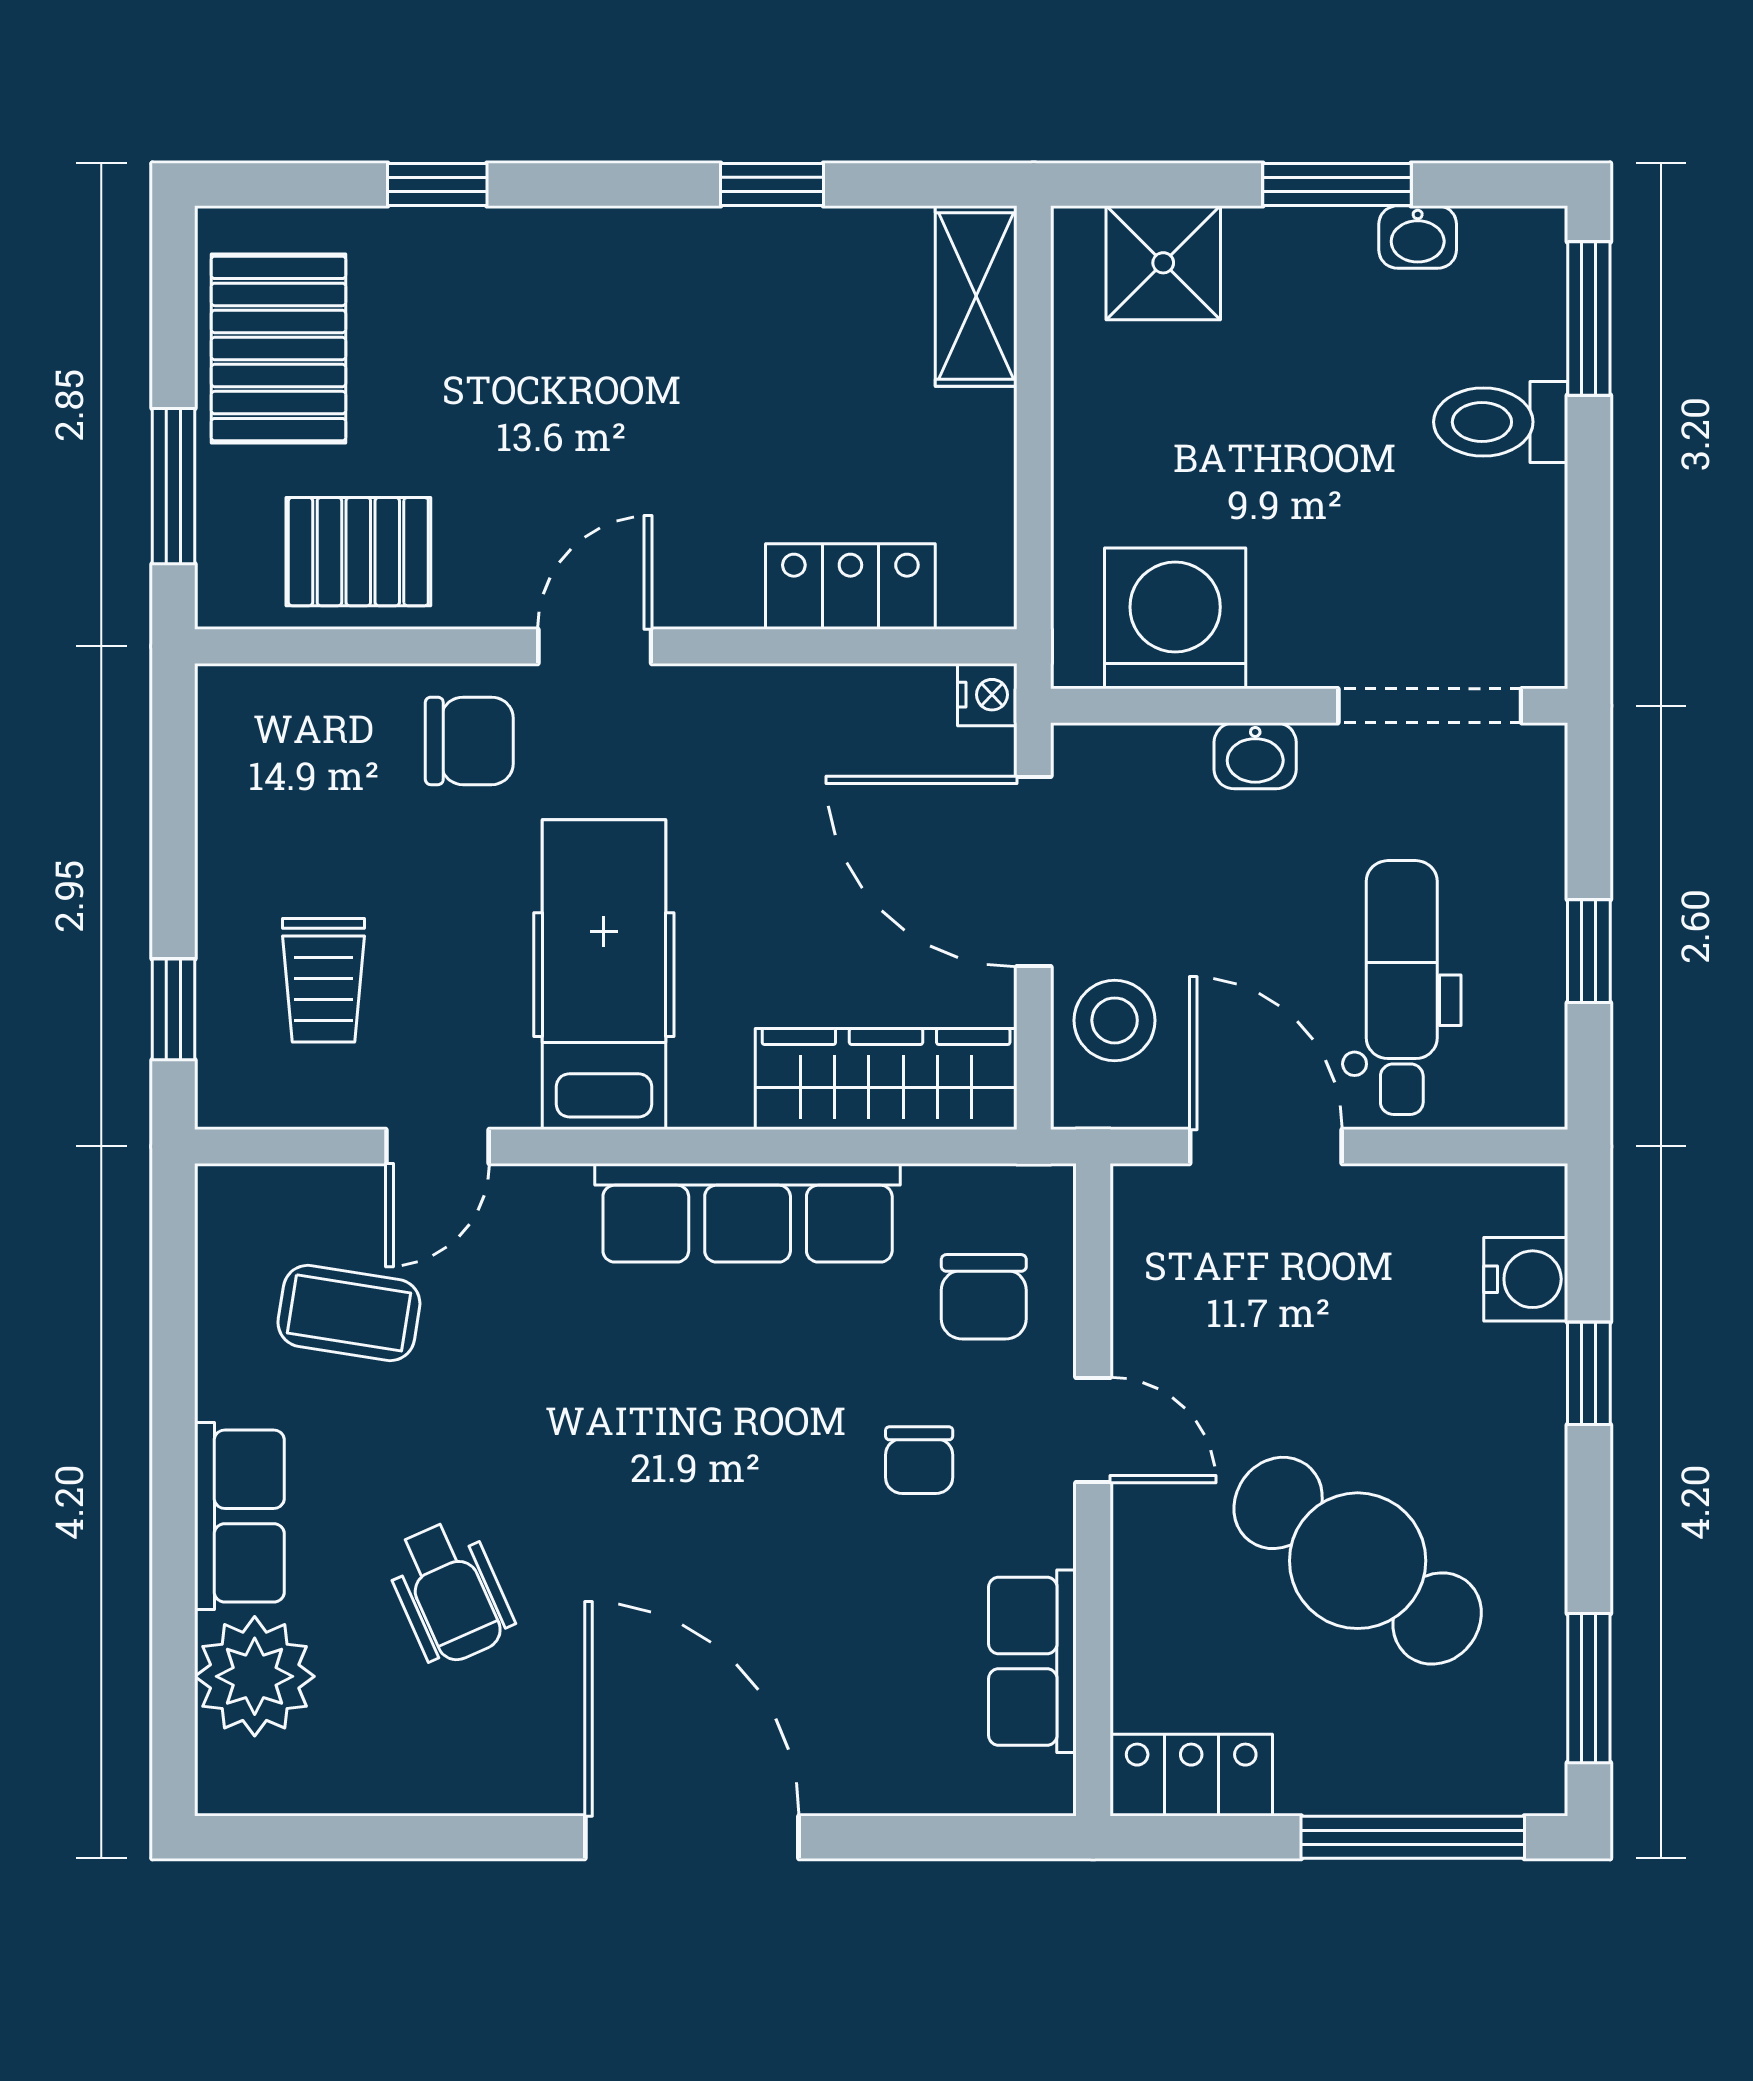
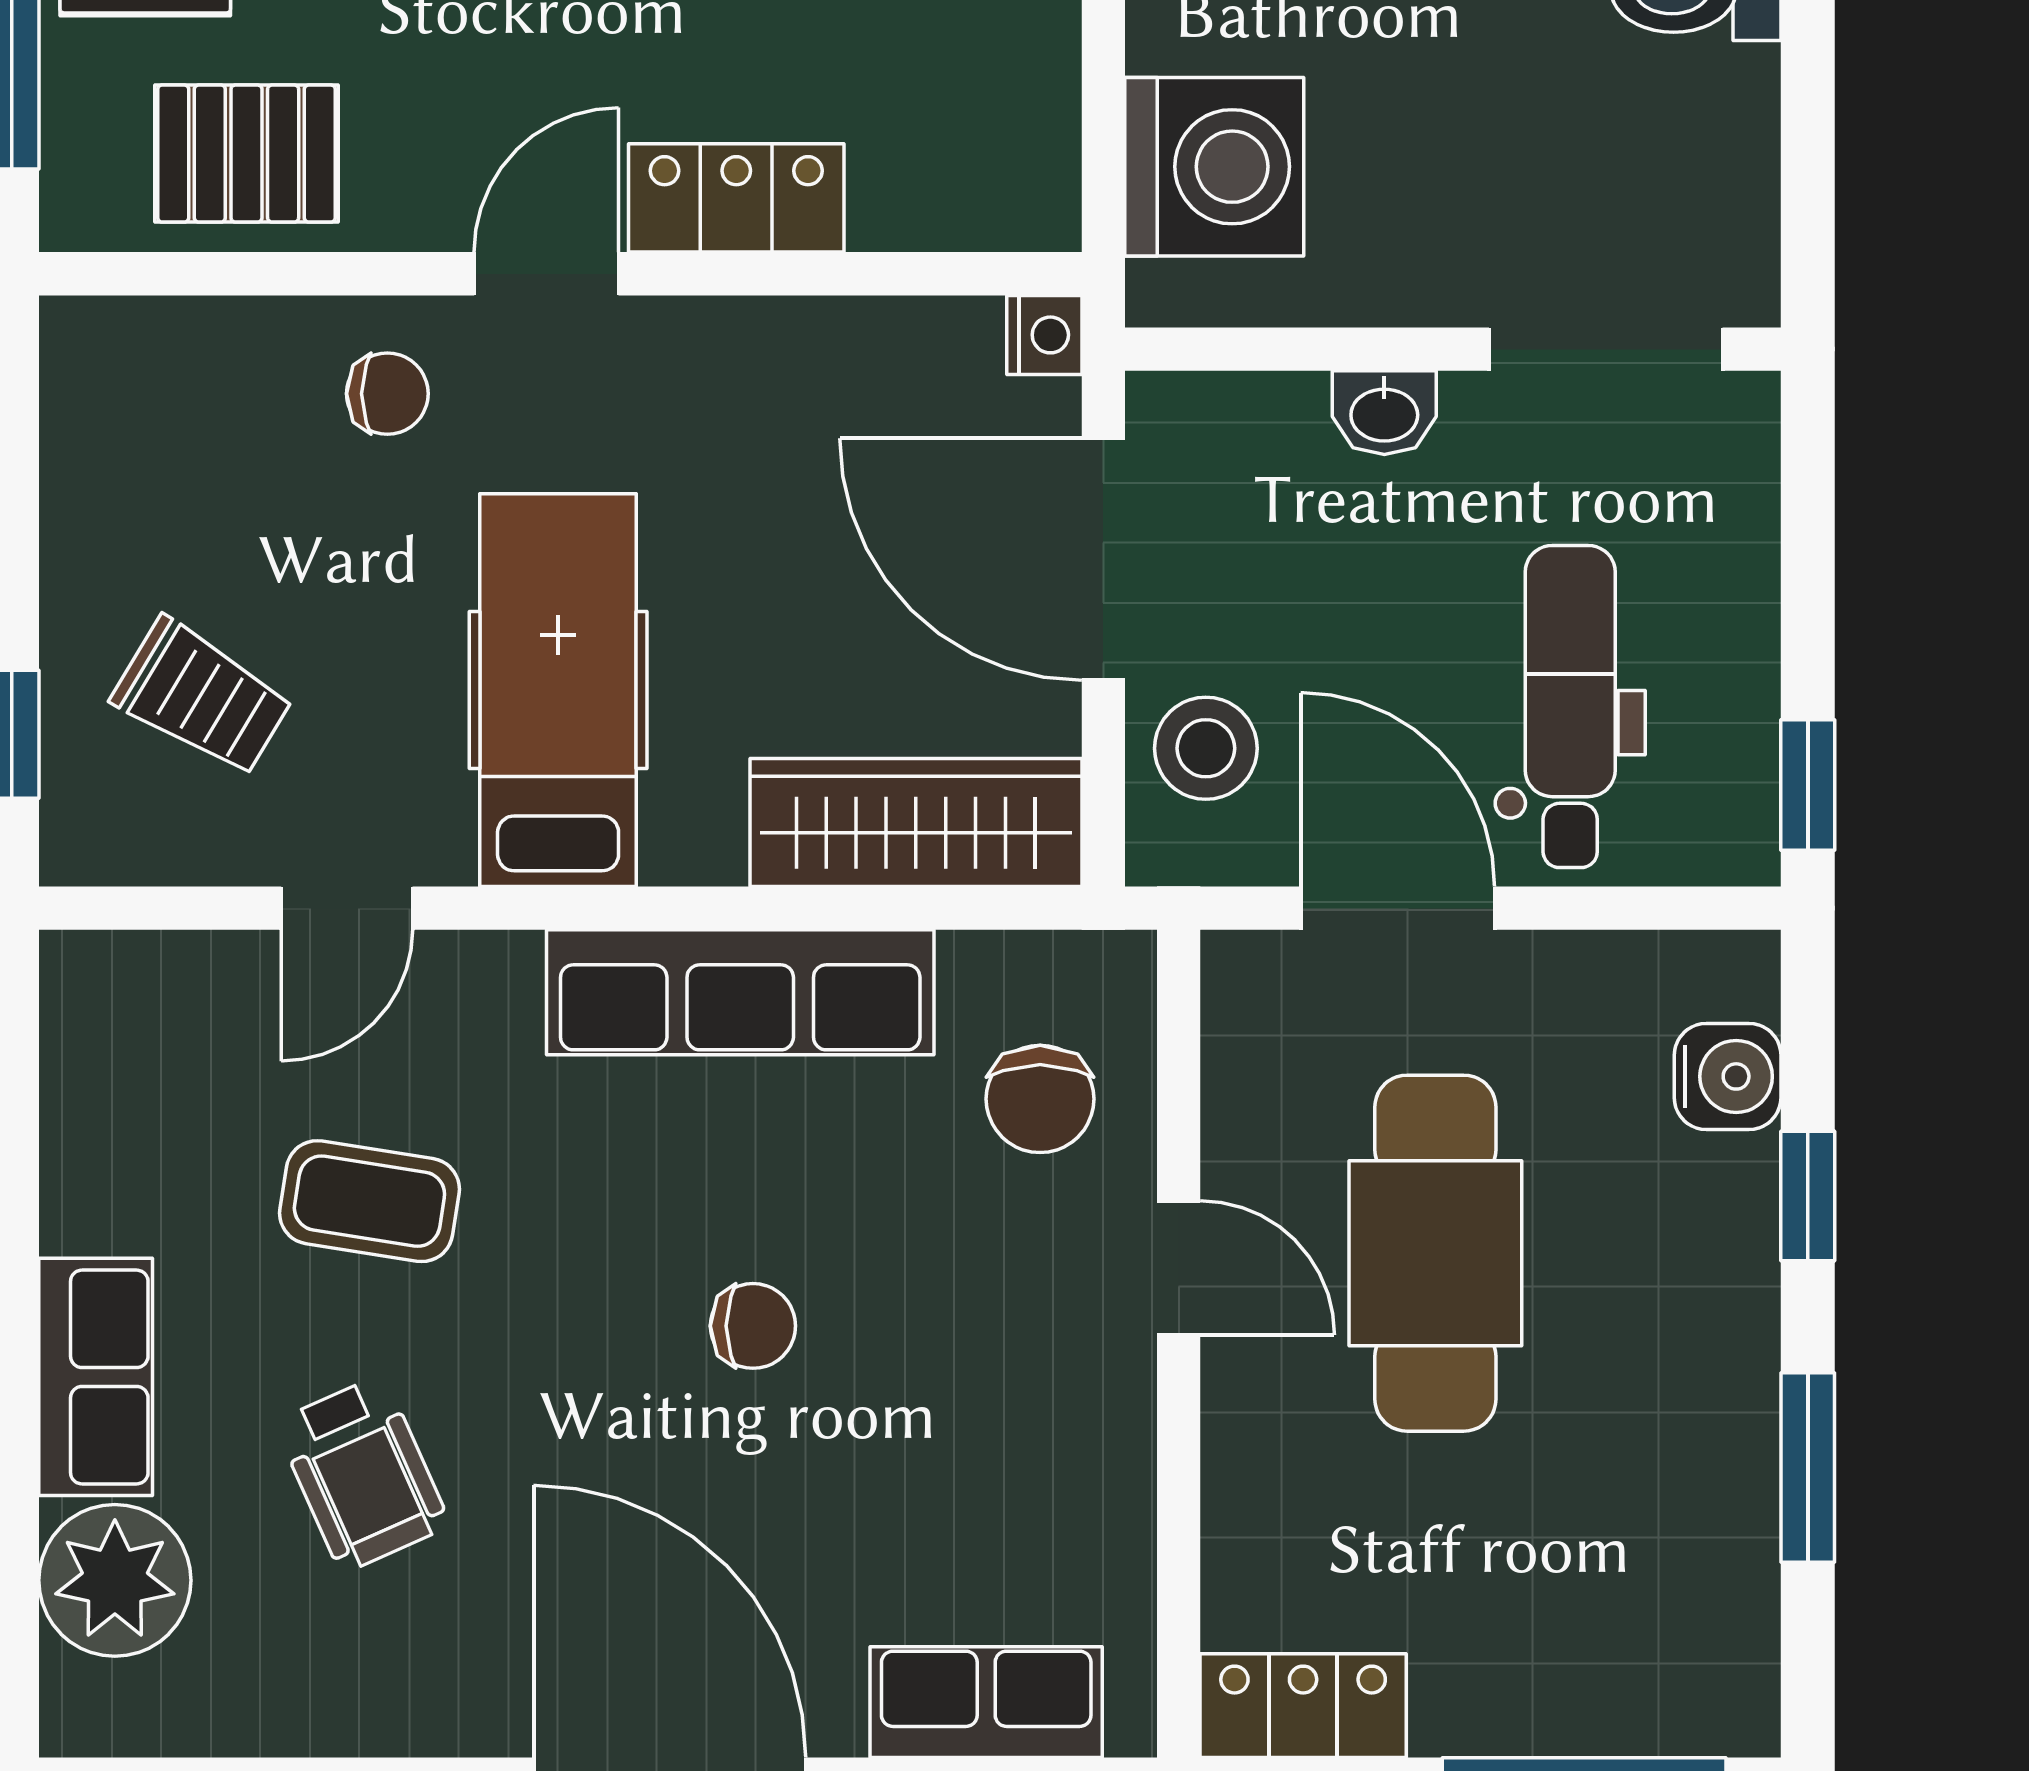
locker: (850, 587) -> (736, 198), moved
washing machine: (1175, 618) -> (1214, 167), moved, turned 90
chair: (469, 741) -> (387, 394), width x0.73, depth x0.73
window: (1589, 951) -> (1808, 785), moved
trolley: (323, 980) -> (202, 697), turned -59
coffee table: (349, 1313) -> (369, 1201), moved
chair: (919, 1460) -> (753, 1326), moved, turned -90
cafe table: (1358, 1561) -> (1435, 1253), moved, turned 54
row of seats: (1032, 1661) -> (986, 1702), moved, turned 90
window: (1589, 1688) -> (1808, 1468), moved

